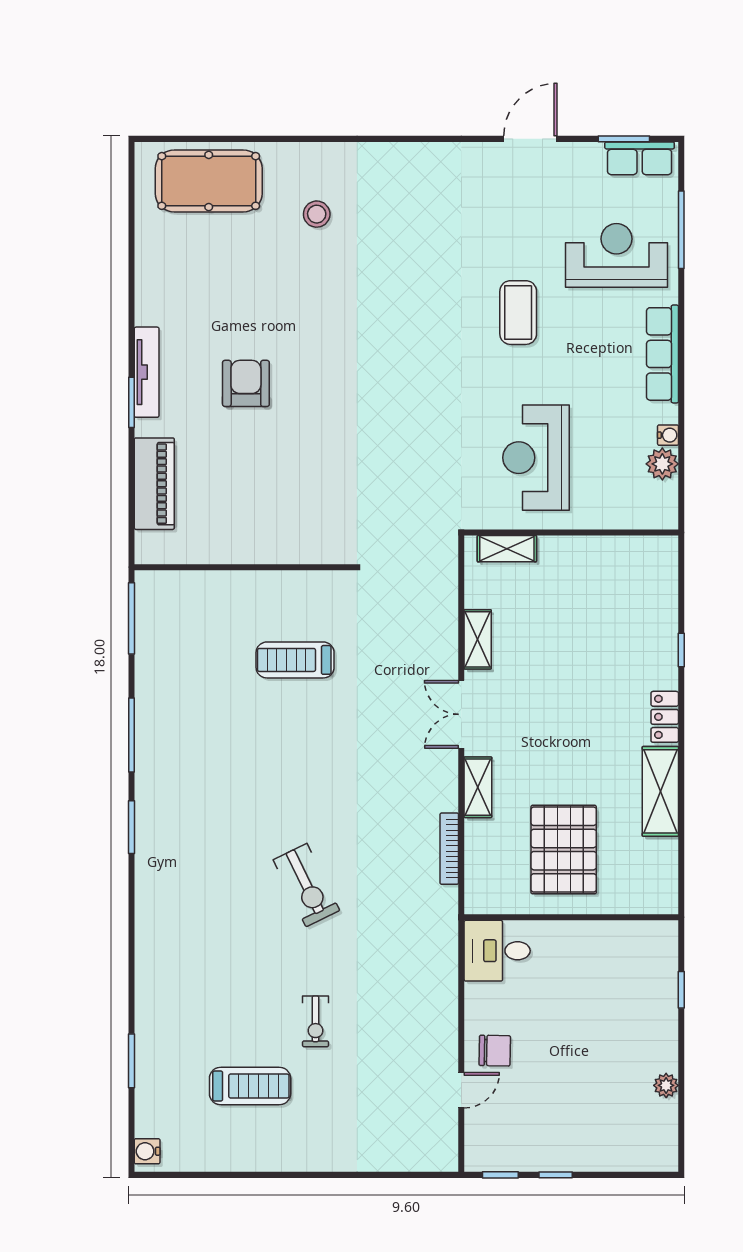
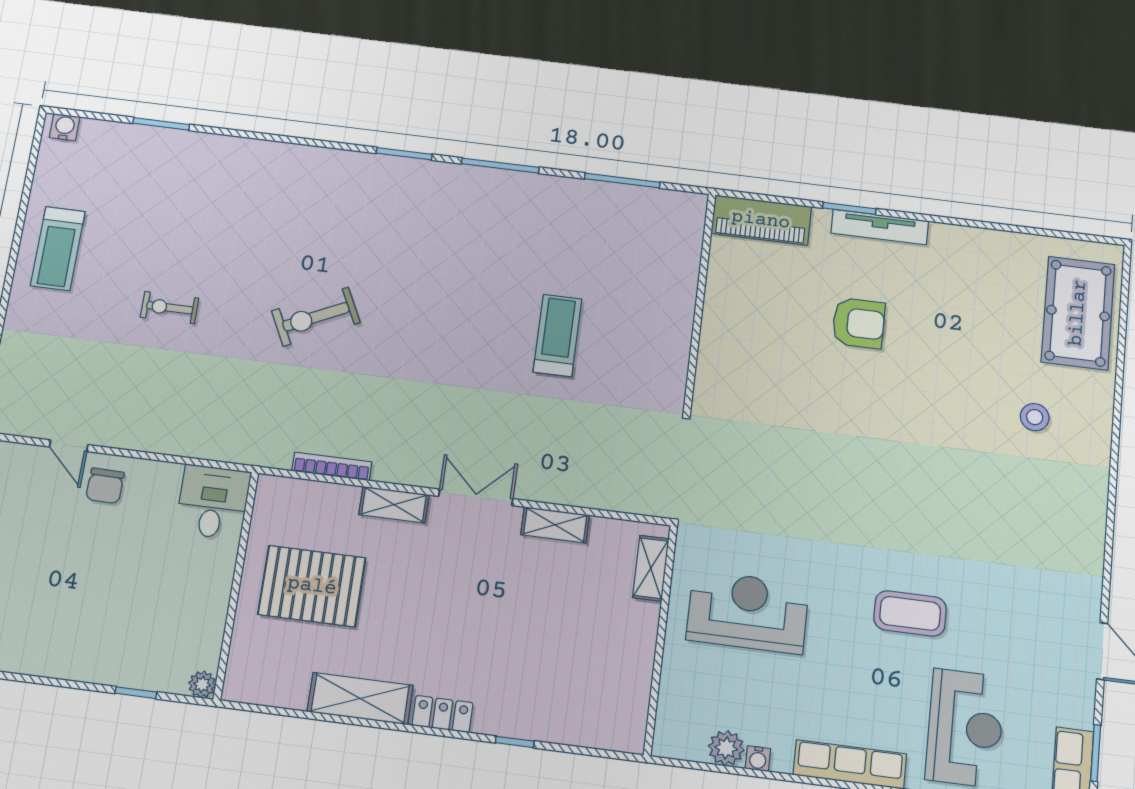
wall: (244, 567) -> (700, 302), moved
plant: (666, 1085) -> (202, 684), moved
treadmill: (250, 1086) -> (58, 249), moved

